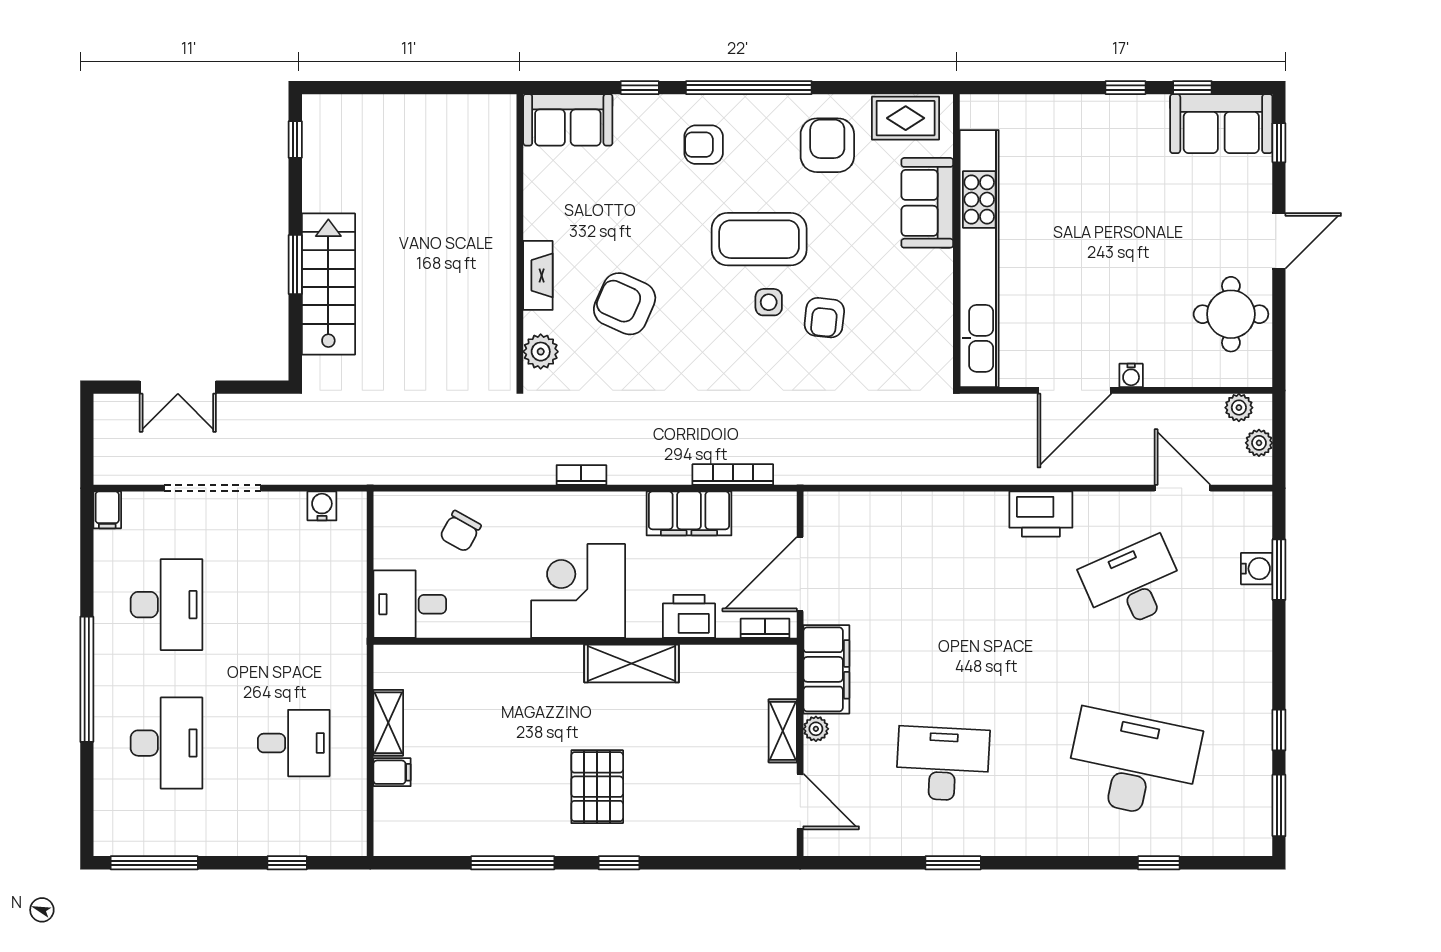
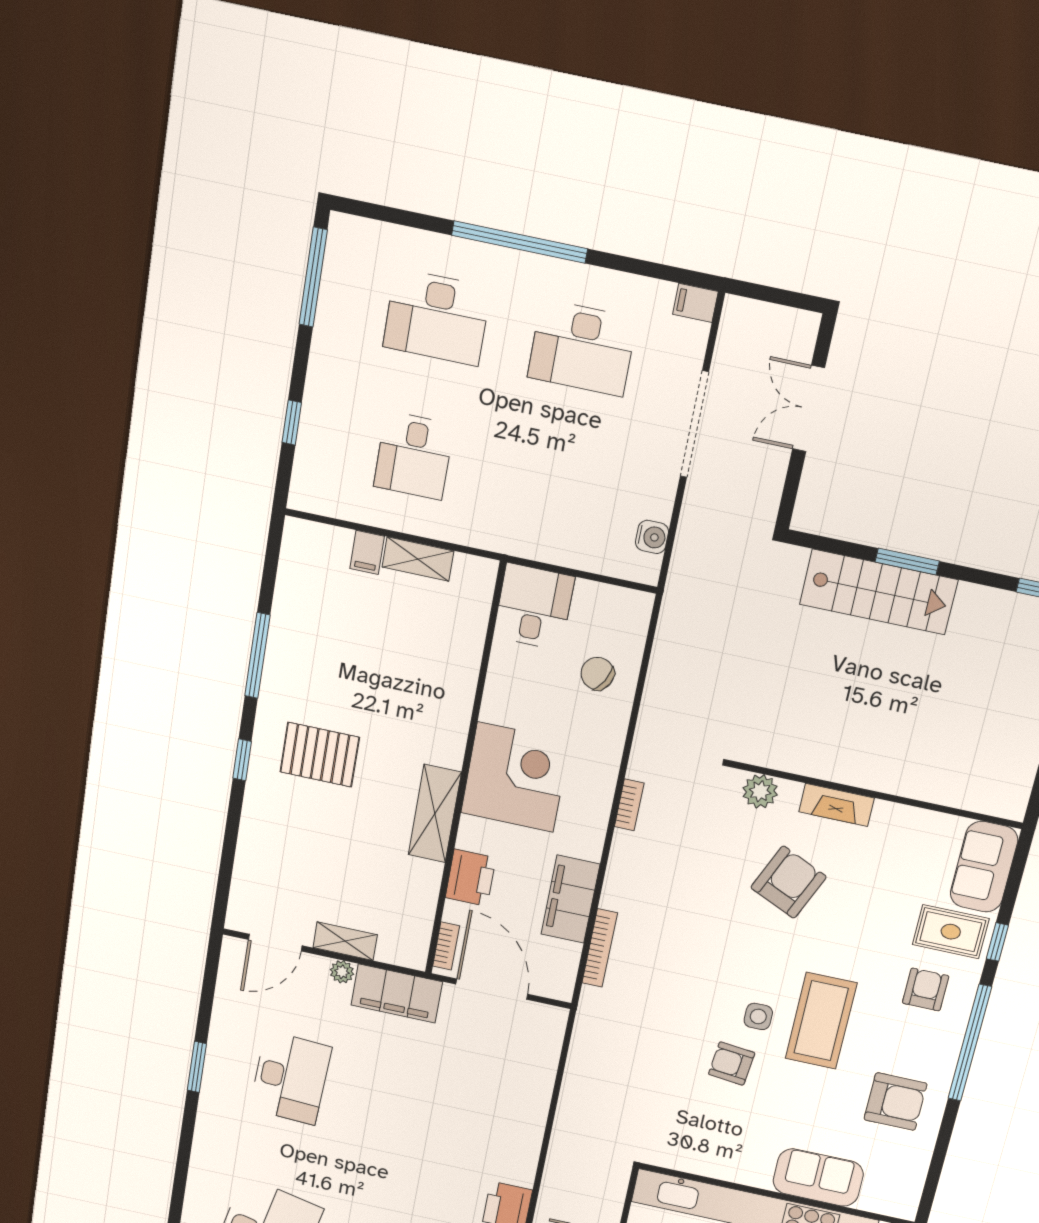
rug: (906, 118) -> (951, 932), moved, turned 90

